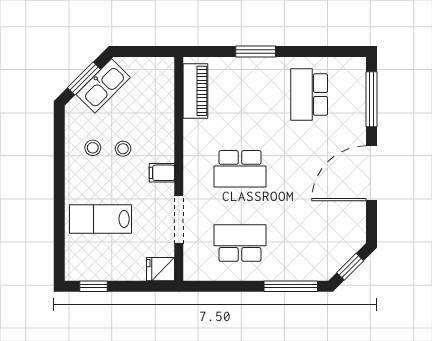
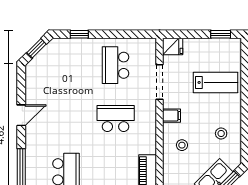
stool: (123, 149) -> (182, 145), moved
door: (372, 173) -> (21, 115), width x0.53
school desk: (240, 243) -> (116, 65), turned 90
window: (291, 286) -> (79, 34), width x0.46

